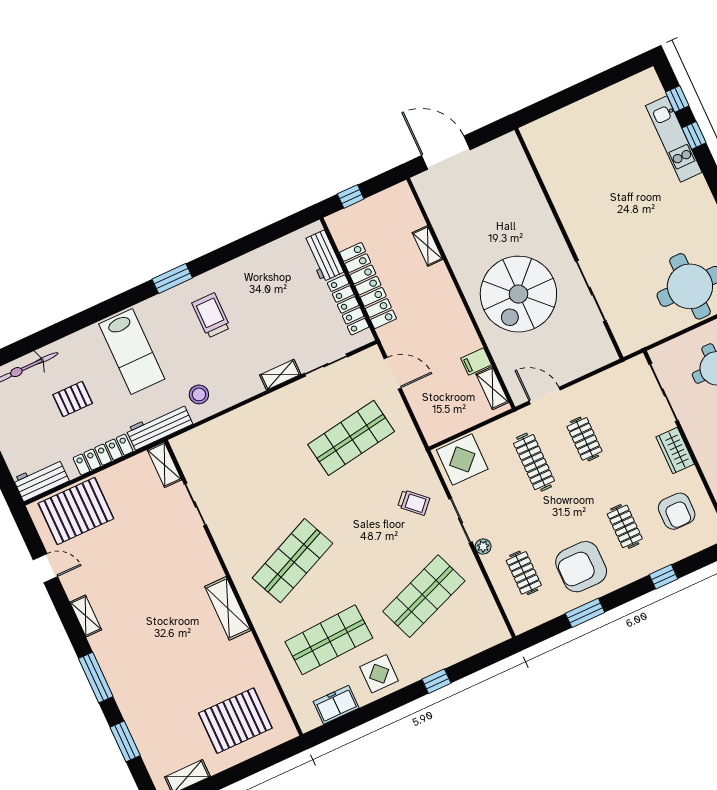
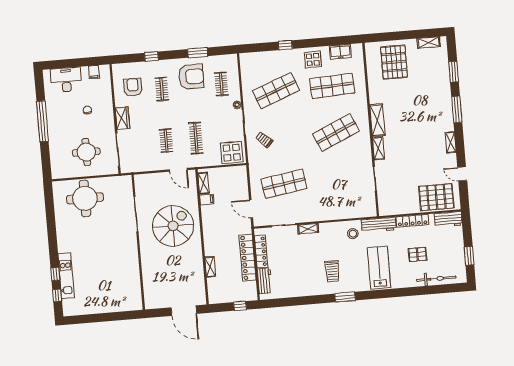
shelving: (164, 465) -> (378, 148), moved
pallet: (235, 721) -> (394, 62), turned 90

